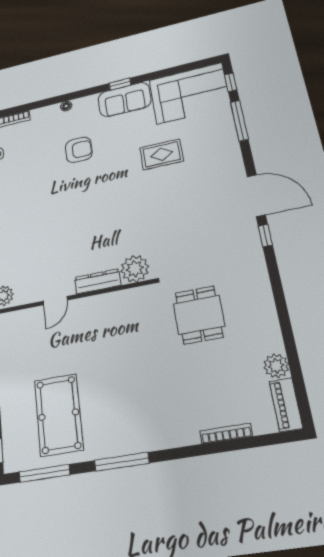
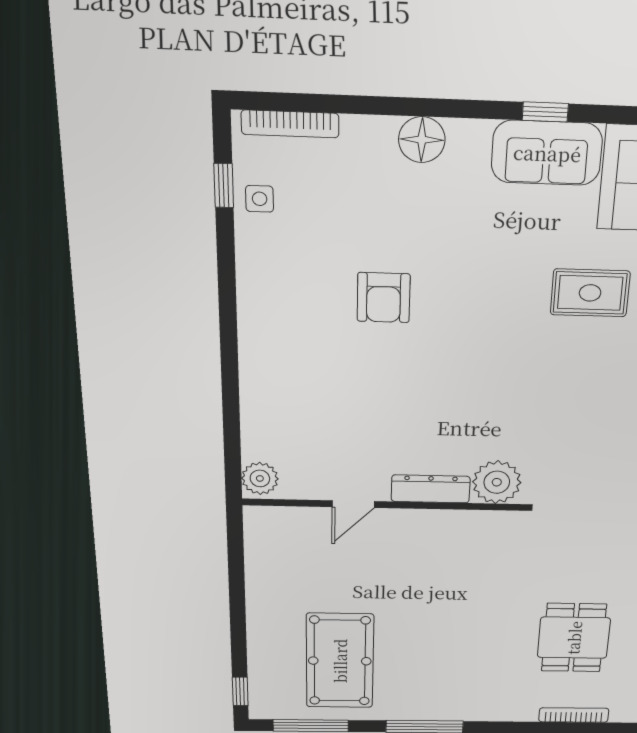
floor lamp: (66, 106) -> (422, 140), width x1.89, depth x1.89
armchair: (79, 150) -> (384, 298), moved, turned 90
dining table: (199, 315) -> (574, 638), moved

